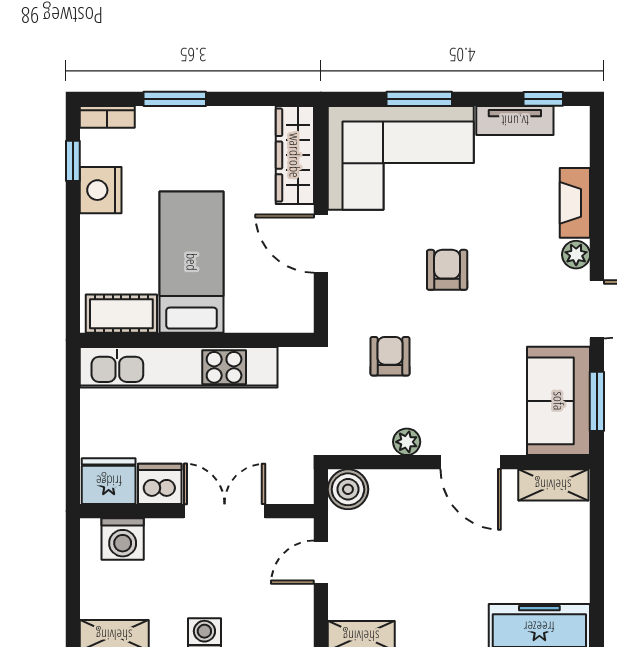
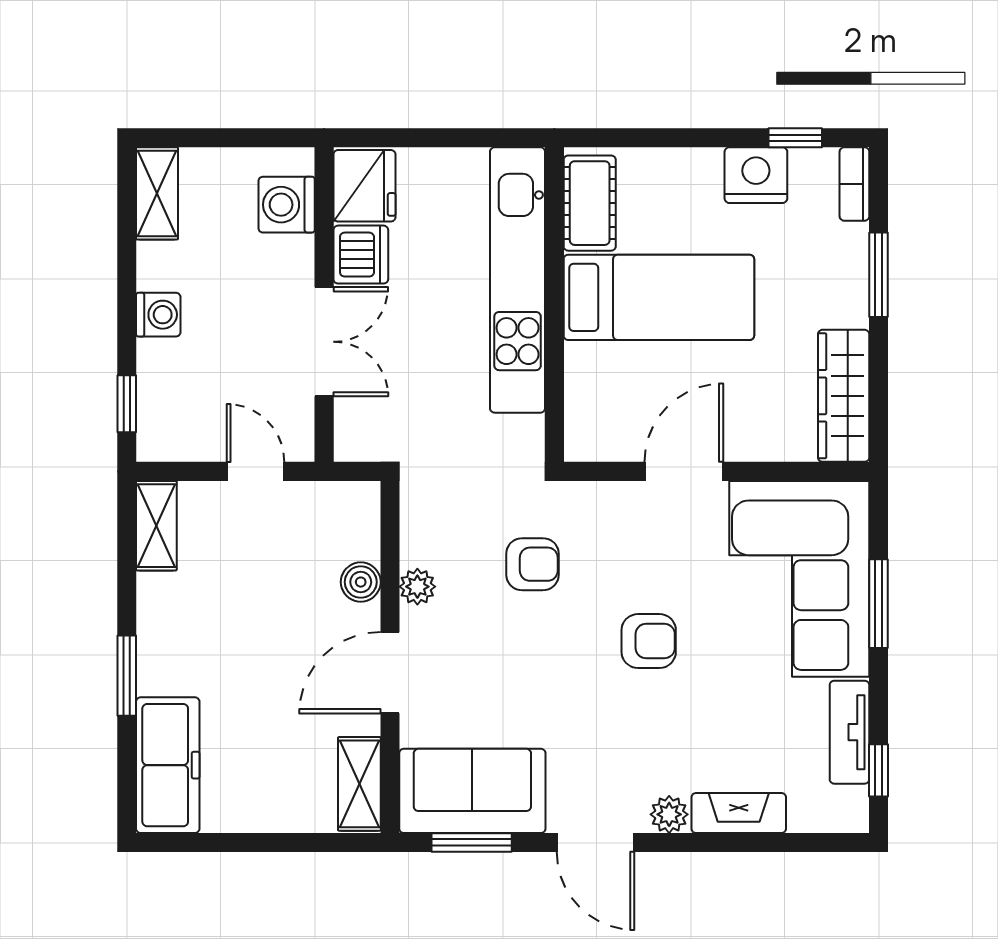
wardrobe: (295, 155) -> (844, 396), moved, turned -90
boiler: (348, 489) -> (361, 582), moved, width x0.73, depth x0.73

